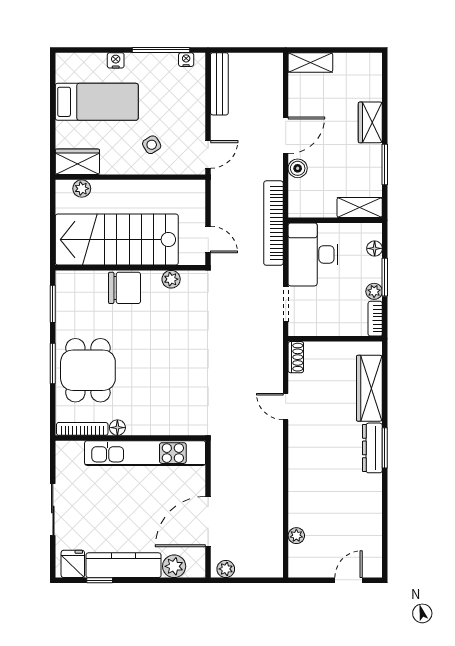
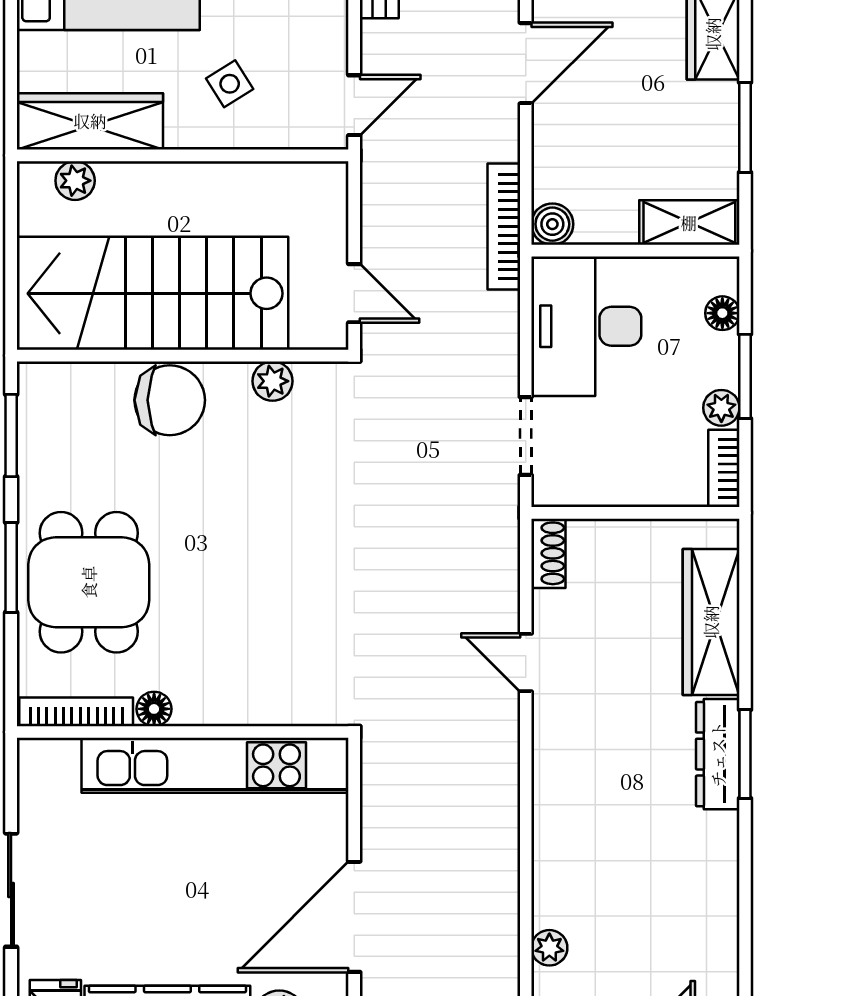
wardrobe: (77, 162) -> (90, 121), width x1.50
boiler: (298, 168) -> (552, 224), moved
bookcase: (273, 223) -> (504, 227), width x0.68, depth x0.76

